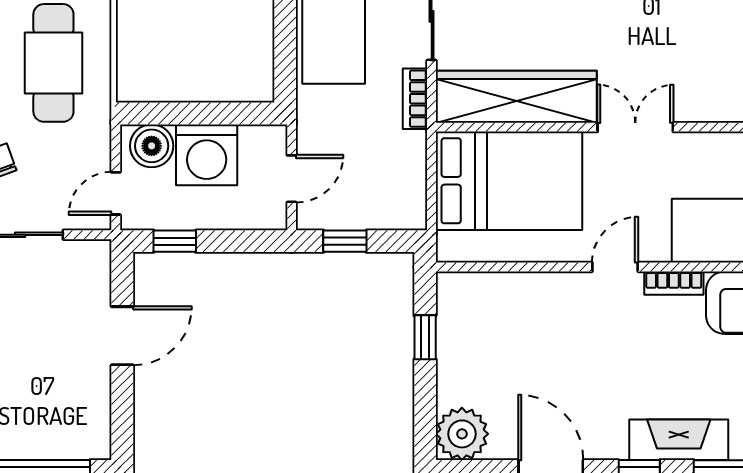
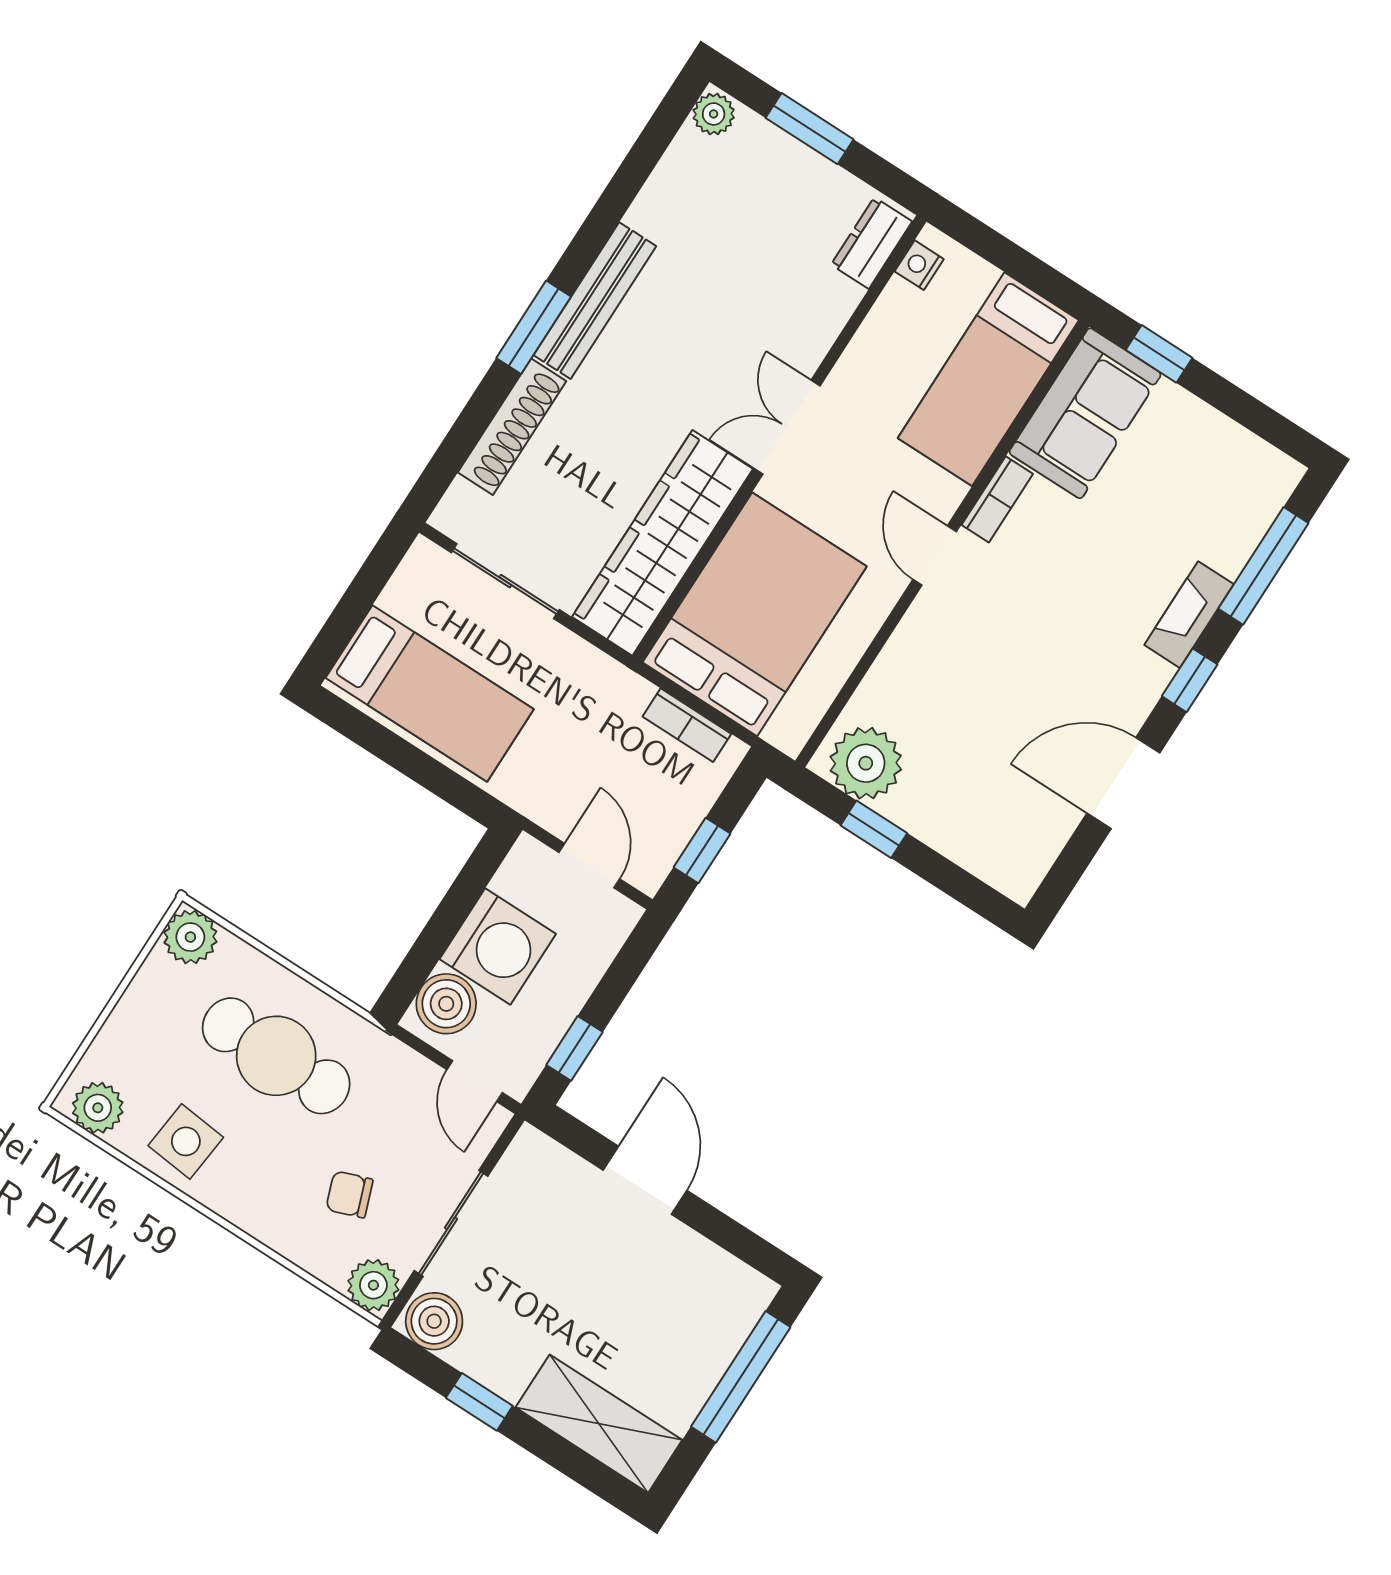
bookcase: (415, 99) -> (687, 725), moved
plant: (462, 434) -> (866, 763), moved
fireplace: (679, 440) -> (1189, 615), width x0.73, depth x0.76

